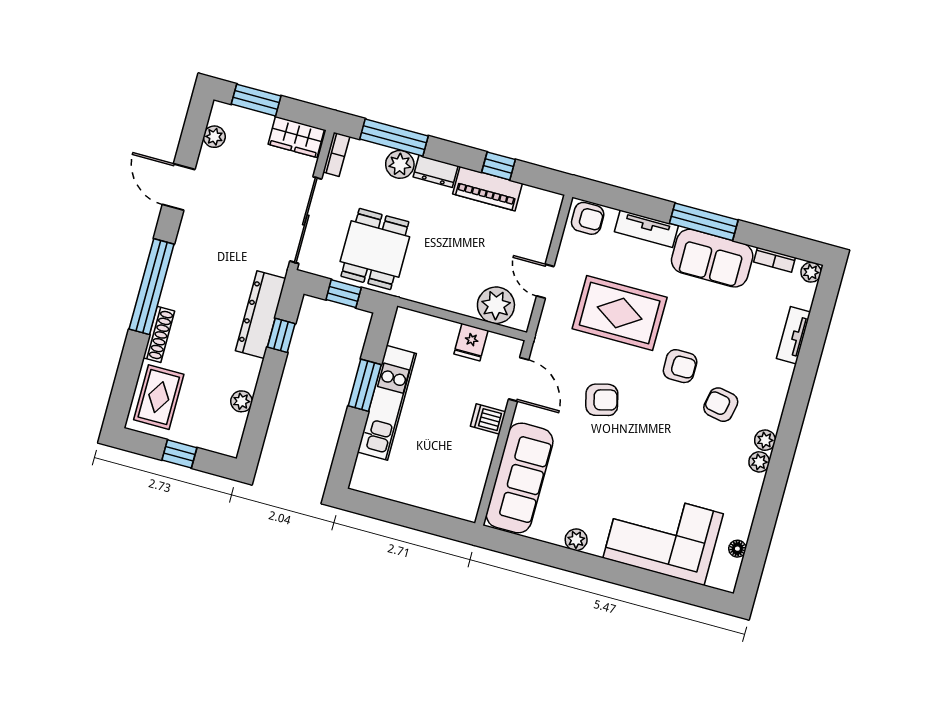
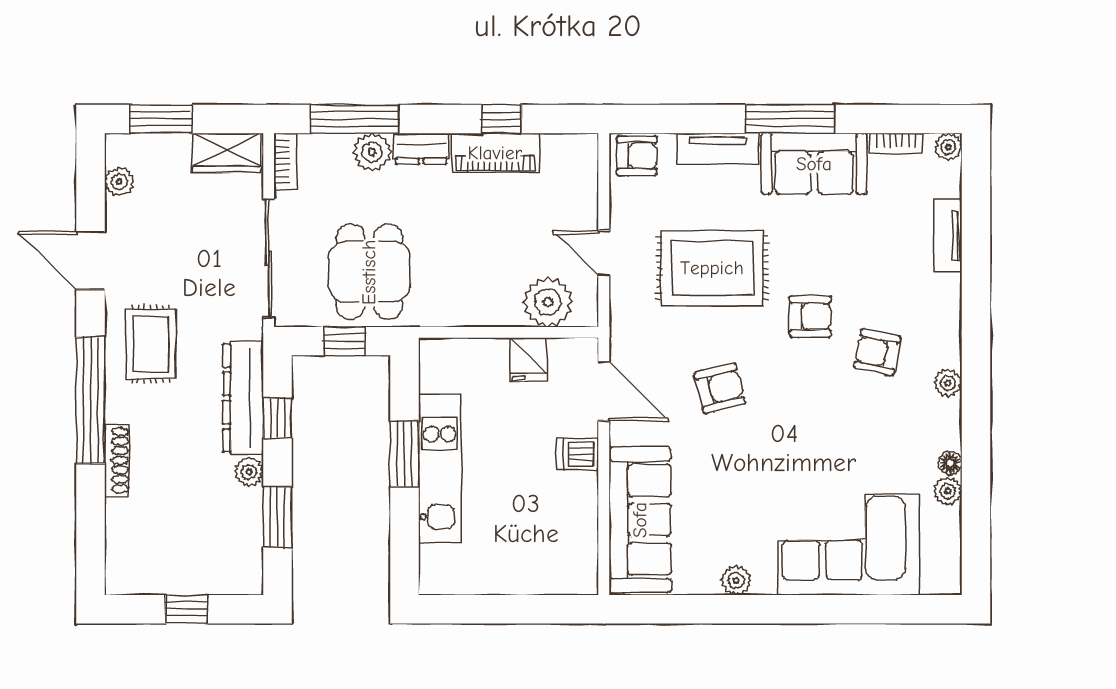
rug: (159, 397) -> (151, 344), moved
plant: (241, 401) -> (249, 472), moved
window: (262, 406) -> (277, 517), added
plant: (759, 462) -> (948, 491), moved
floor lamp: (737, 549) -> (950, 463), moved

